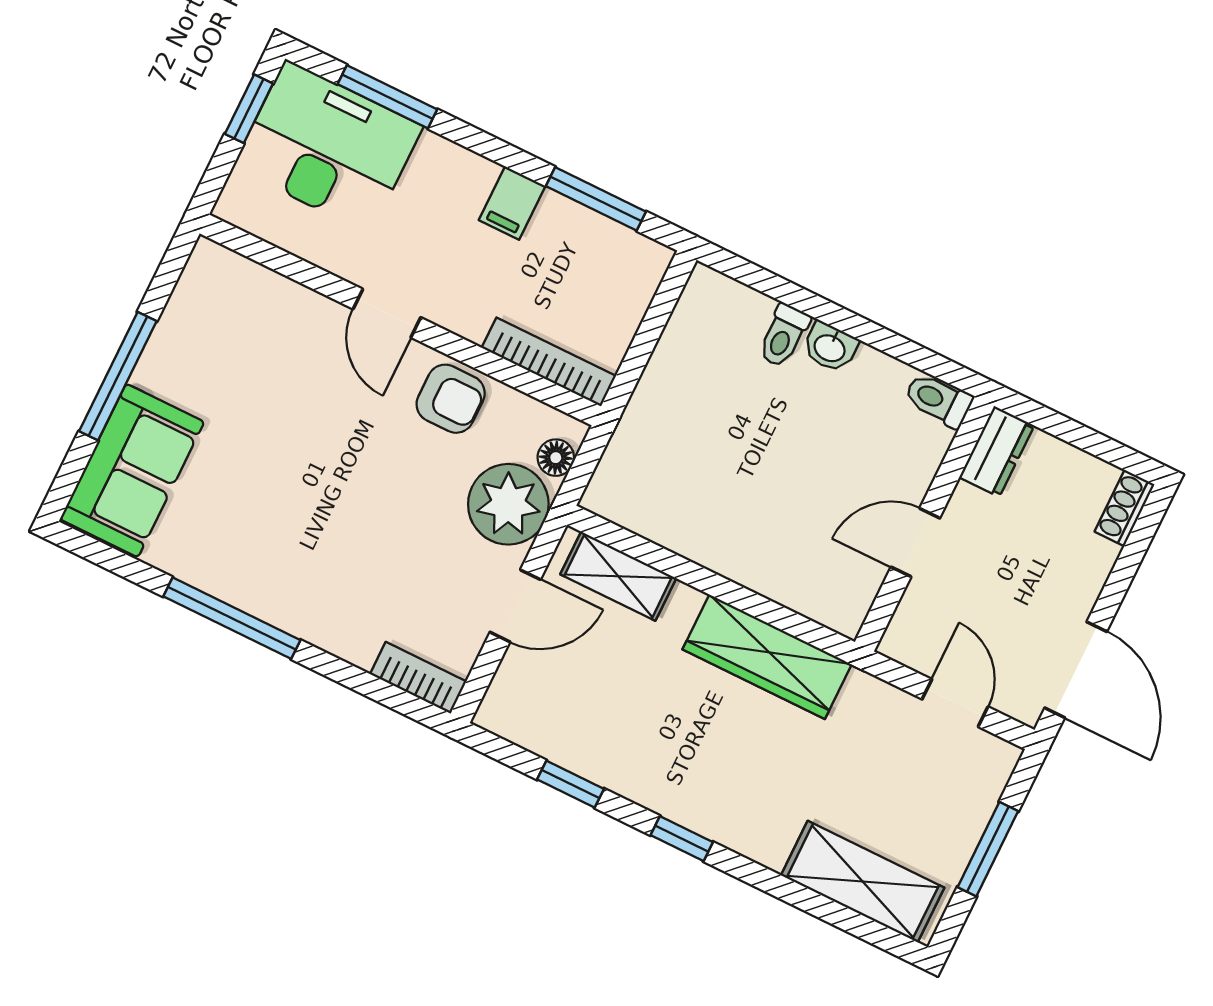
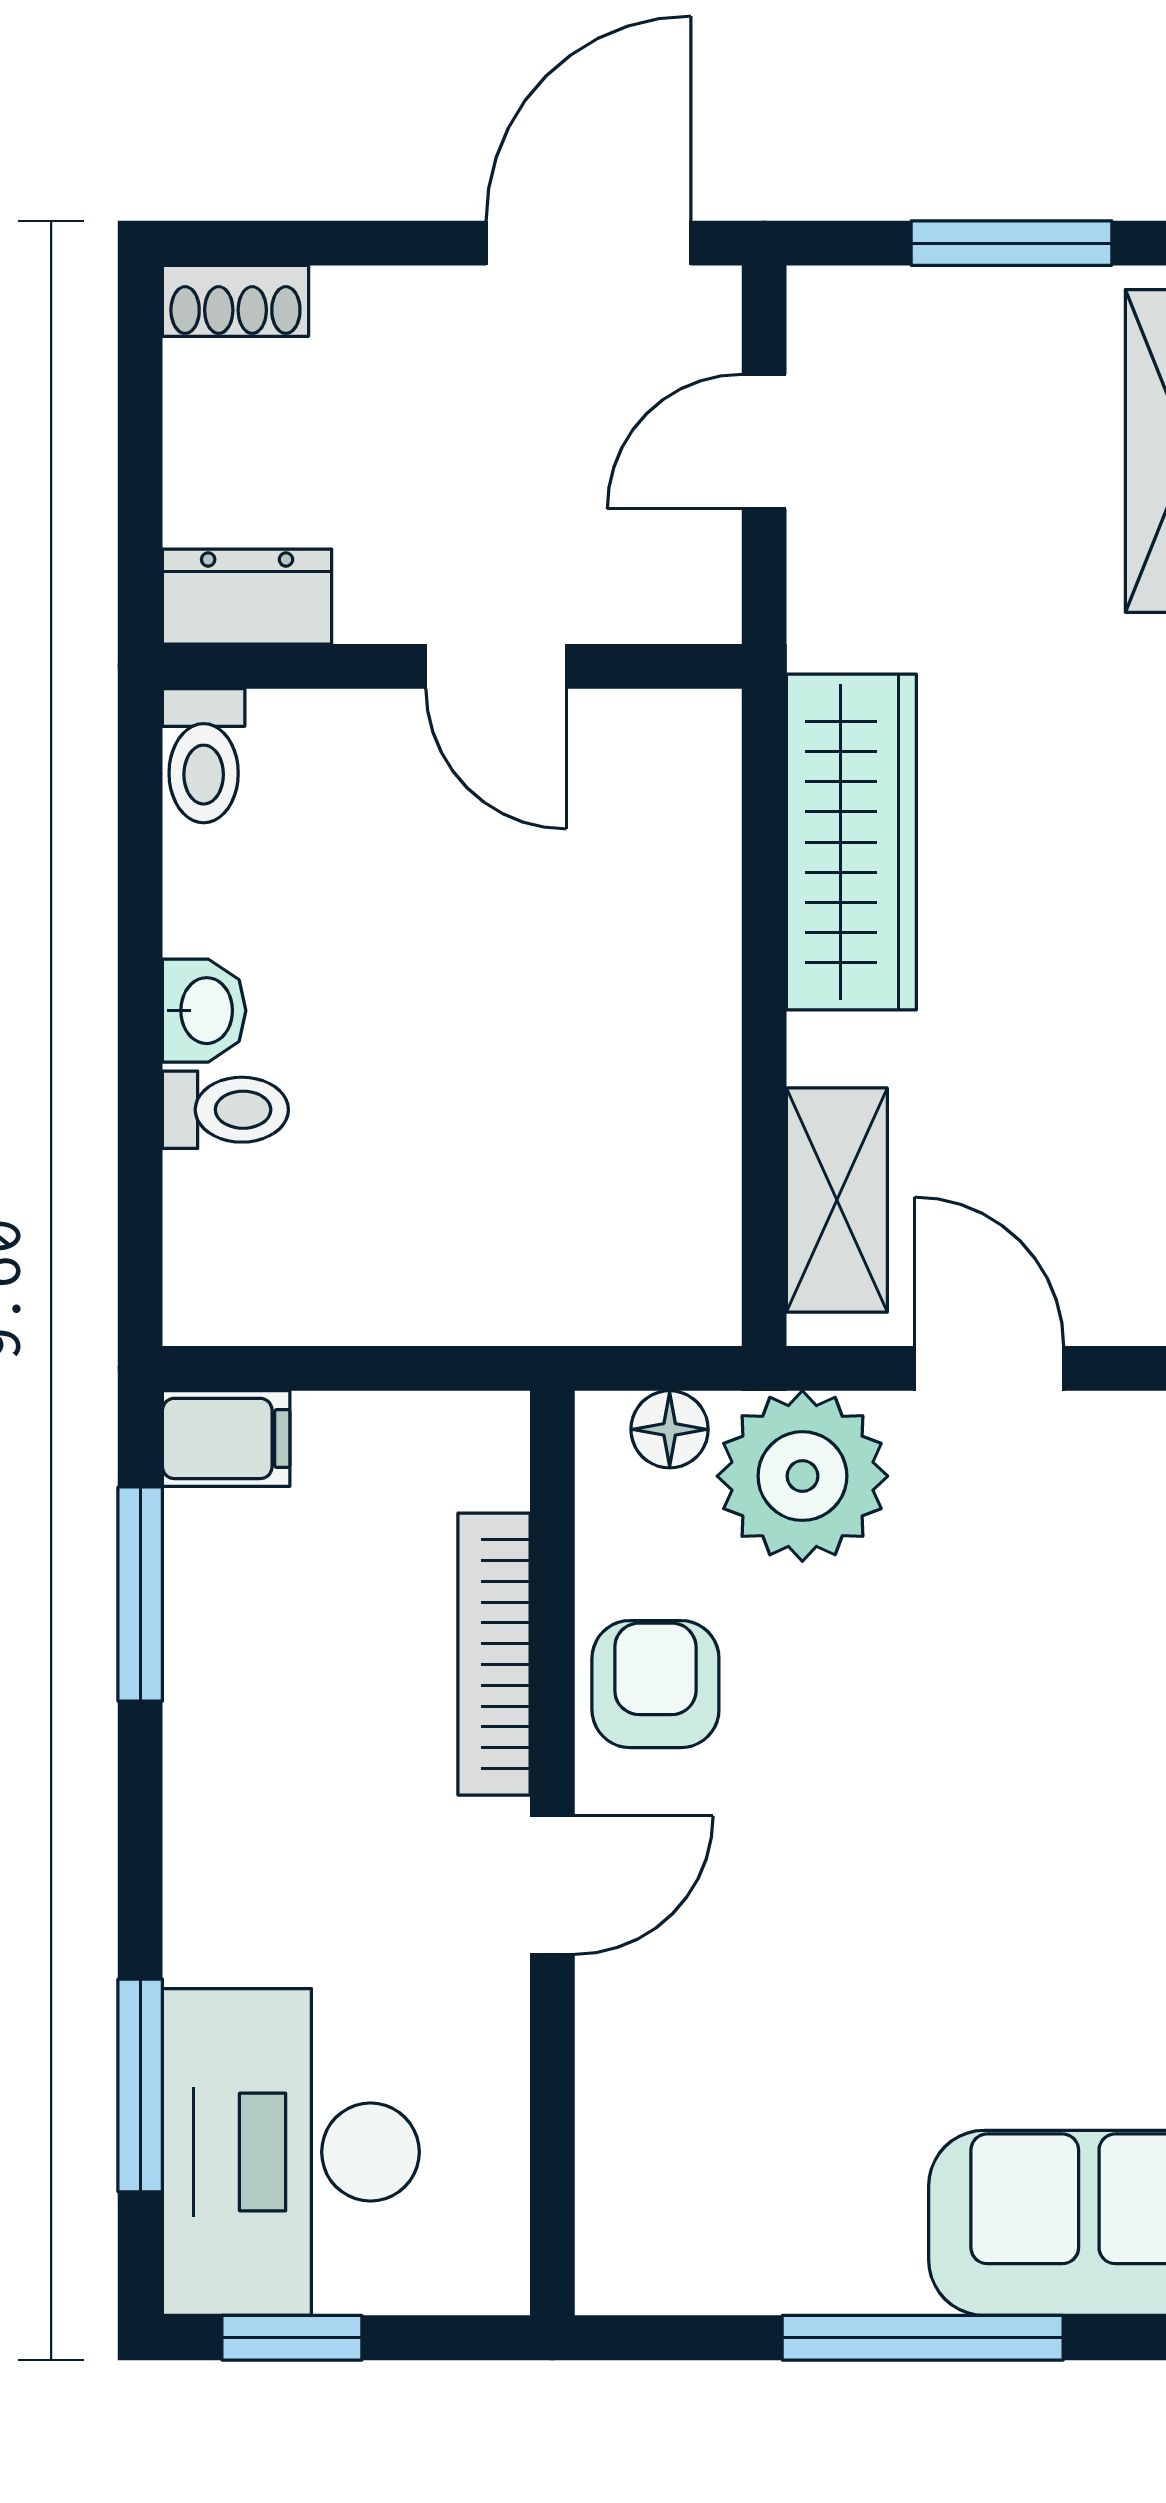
filing cabinet: (512, 203) -> (226, 1438), moved
bookcase: (549, 362) -> (494, 1654), moved

